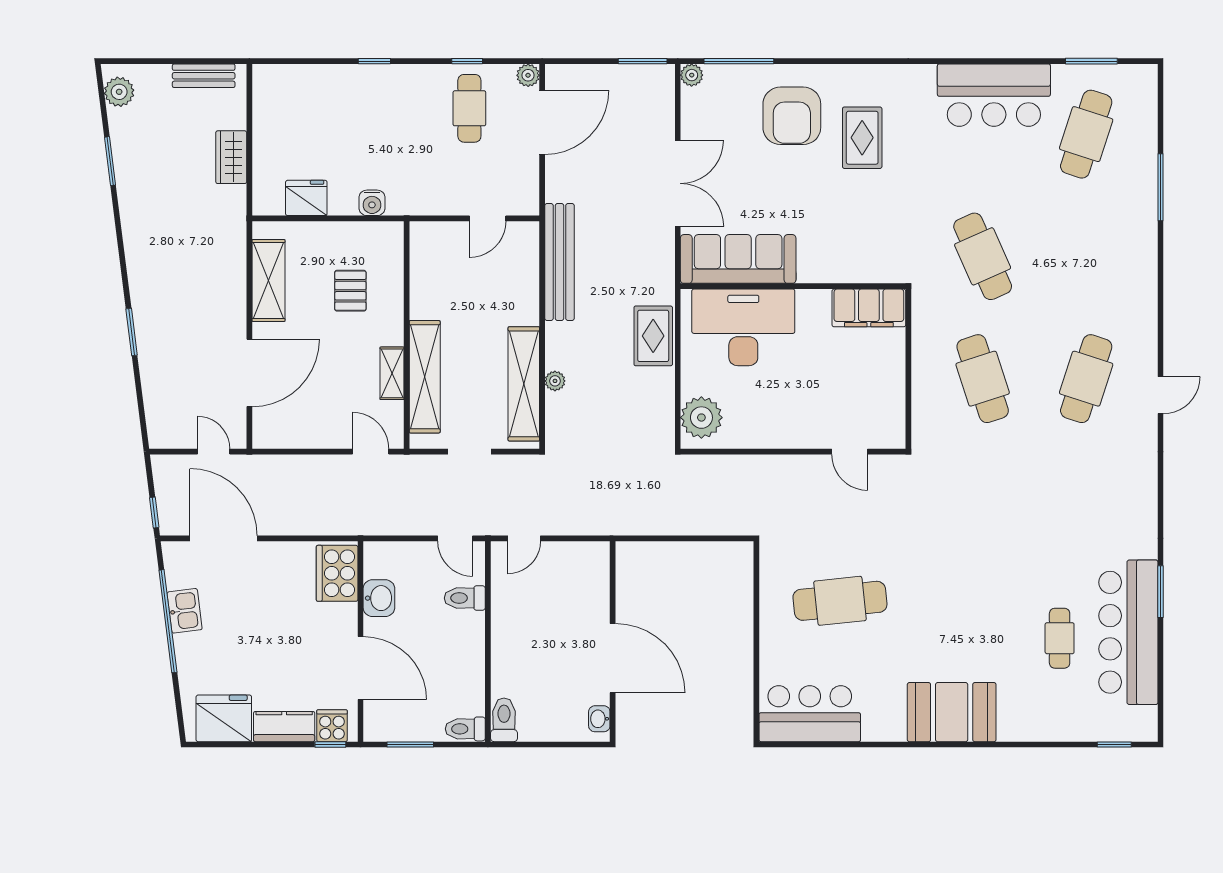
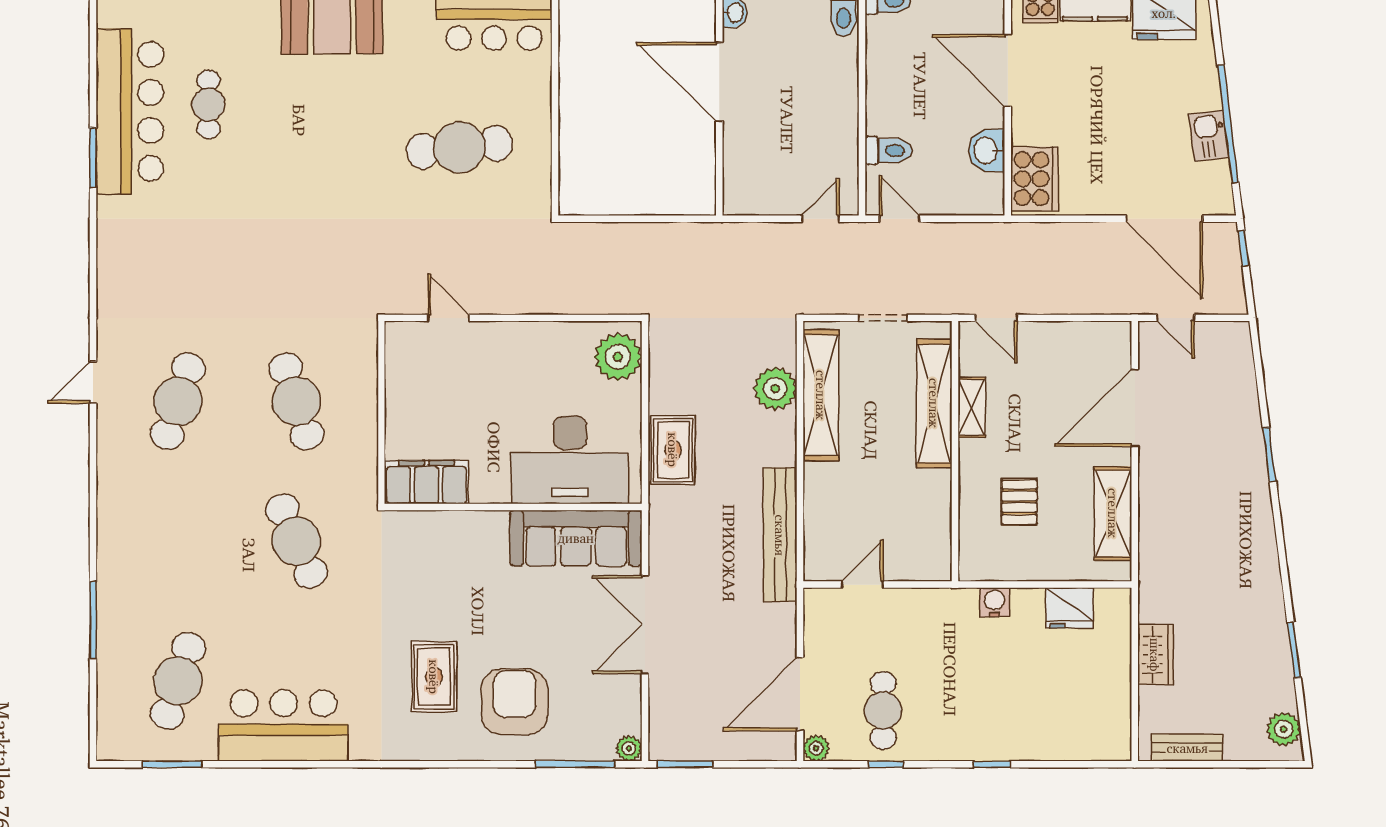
plant: (555, 381) -> (775, 389), width x1.88, depth x1.88

